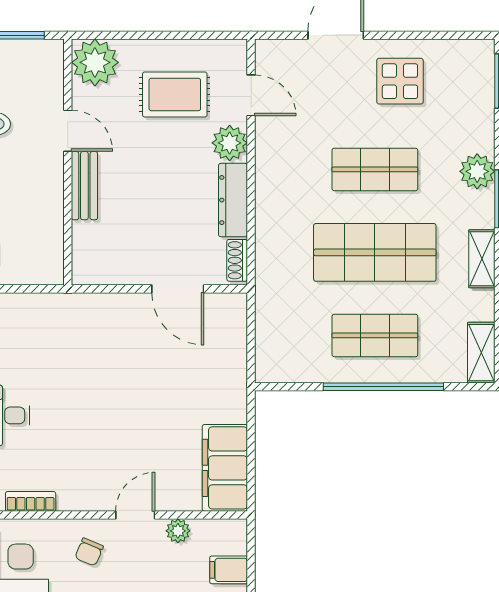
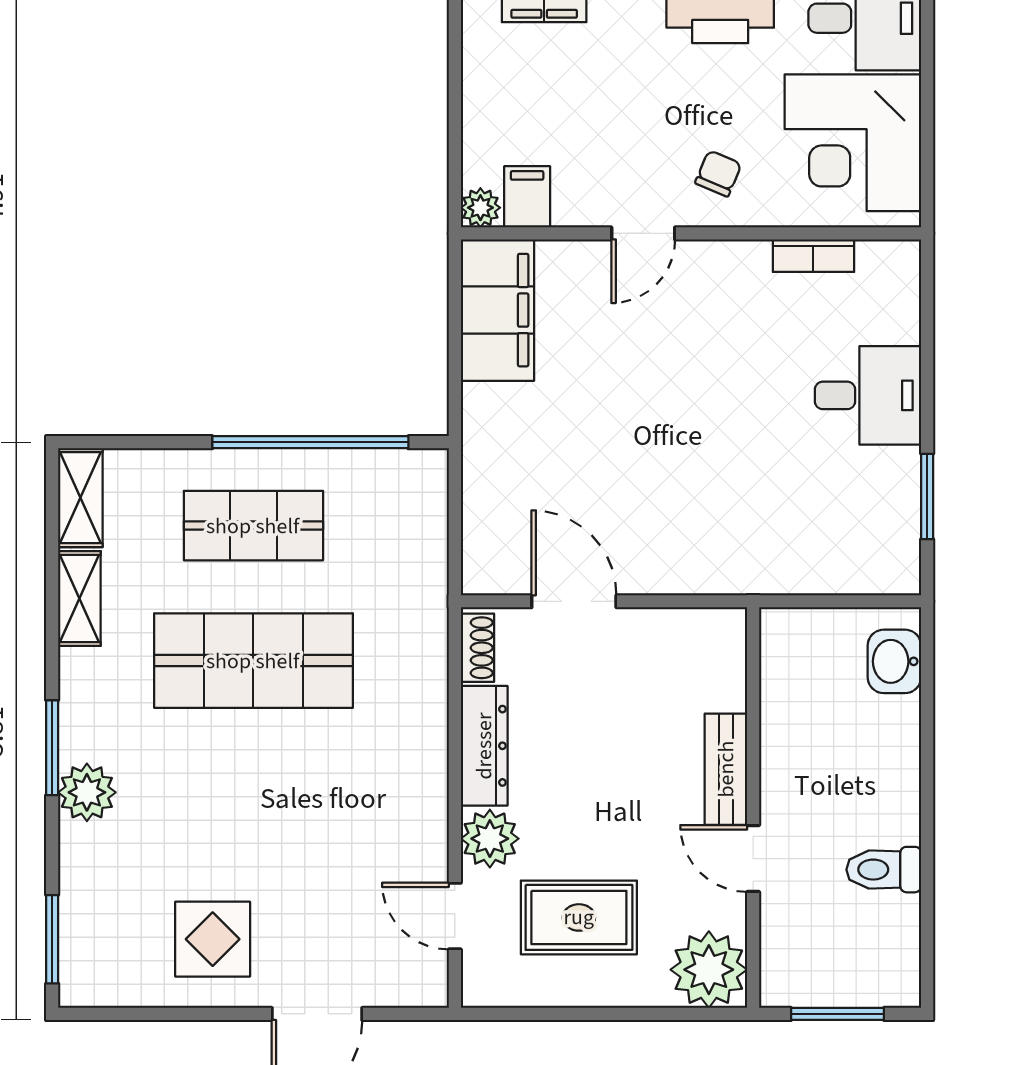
shop shelf: (375, 169) -> (253, 796), removed
shelving: (482, 259) -> (79, 598), moved
window: (383, 387) -> (310, 442), moved
plant: (178, 531) -> (480, 208), moved
filing cabinet: (229, 570) -> (527, 197), moved, turned -90

